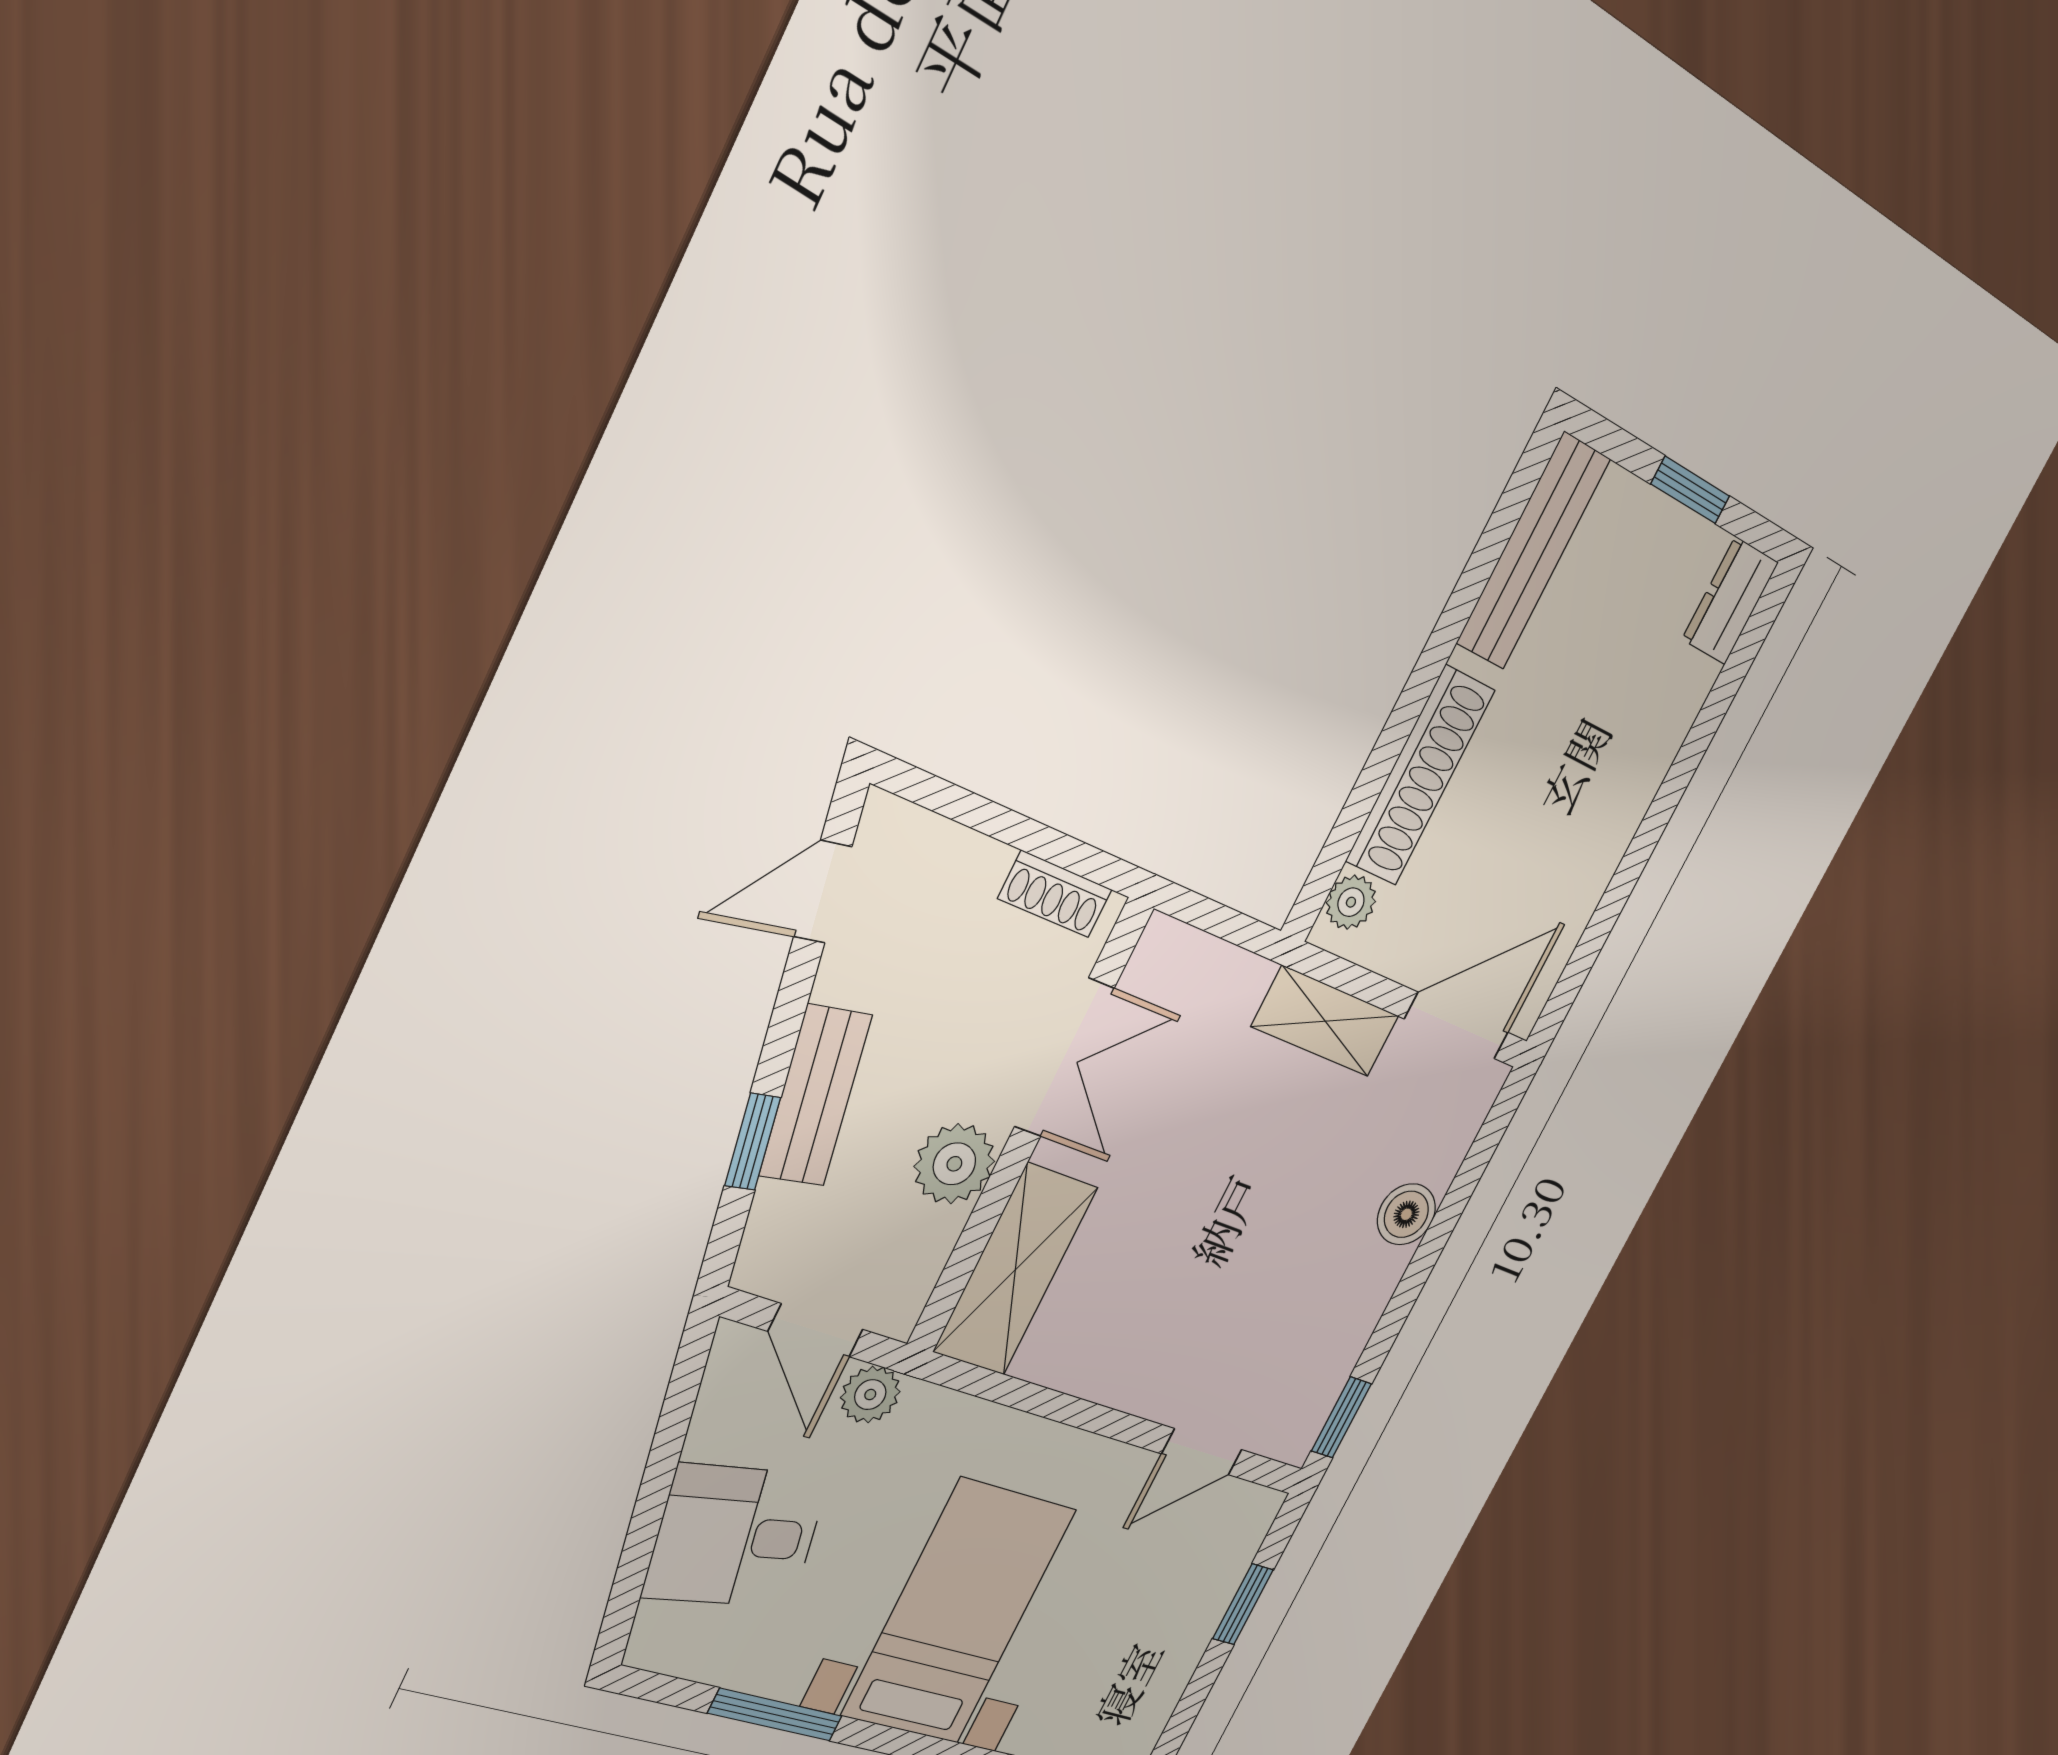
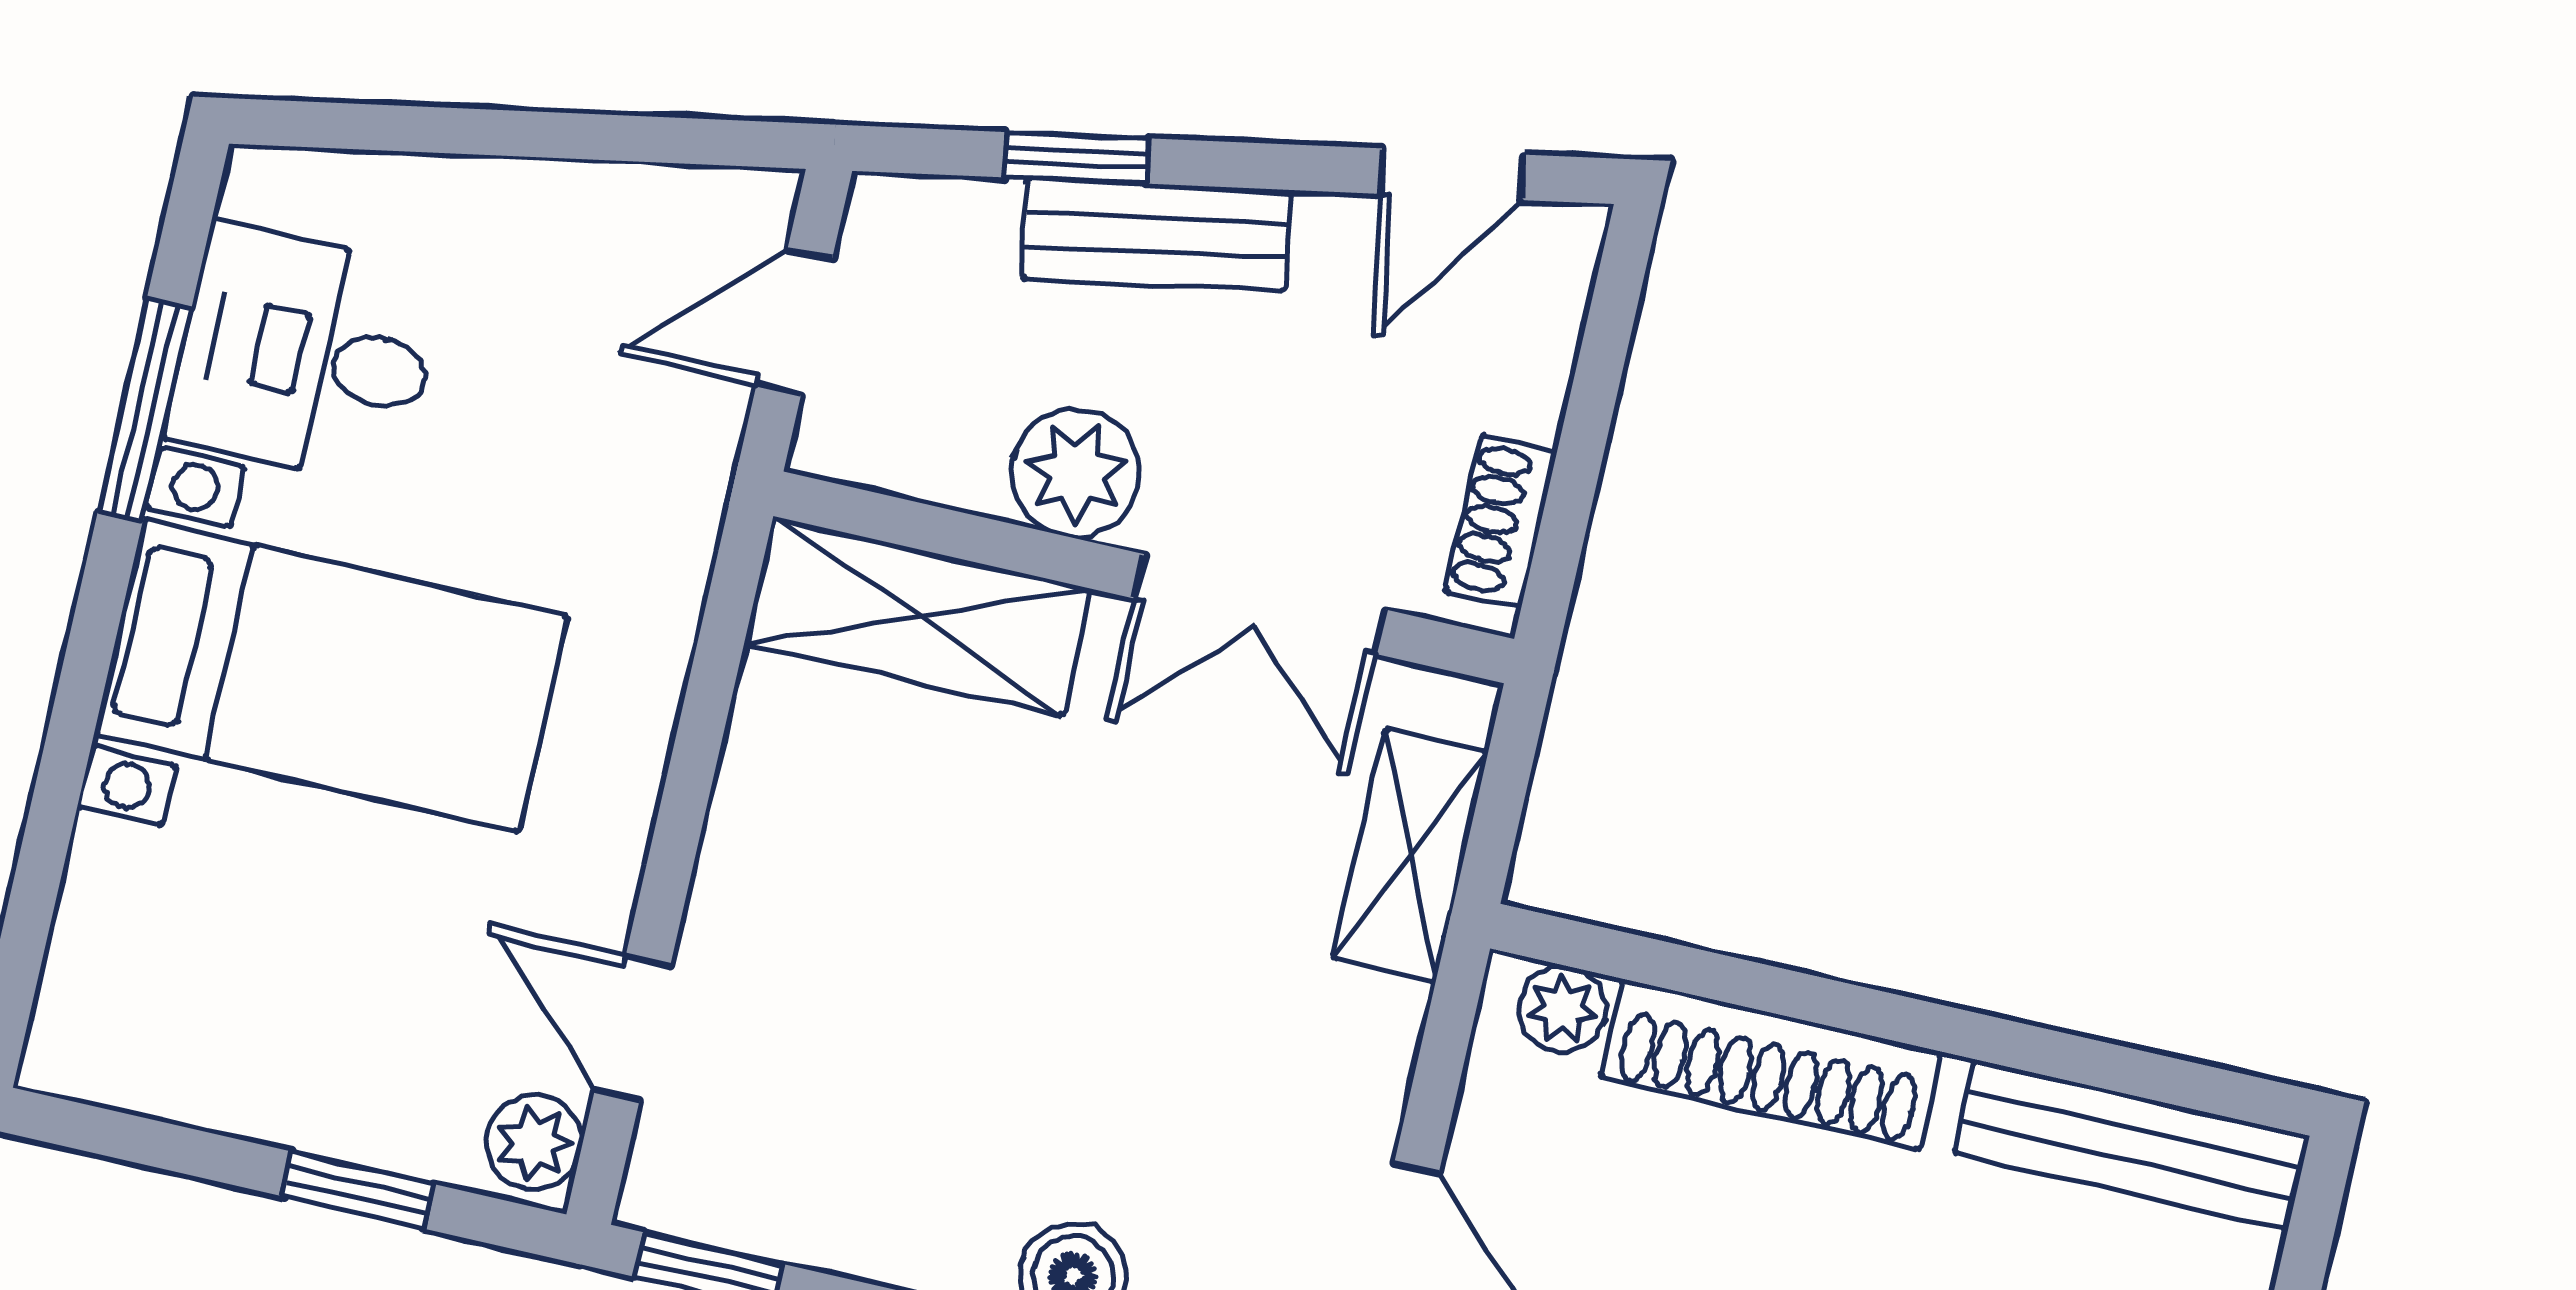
door: (823, 892) -> (1452, 174), swing flipped
shelving: (1325, 1021) -> (1410, 855), moved
plant: (870, 1395) -> (534, 1143), moved
desk: (736, 1536) -> (306, 355), moved, turned -80

